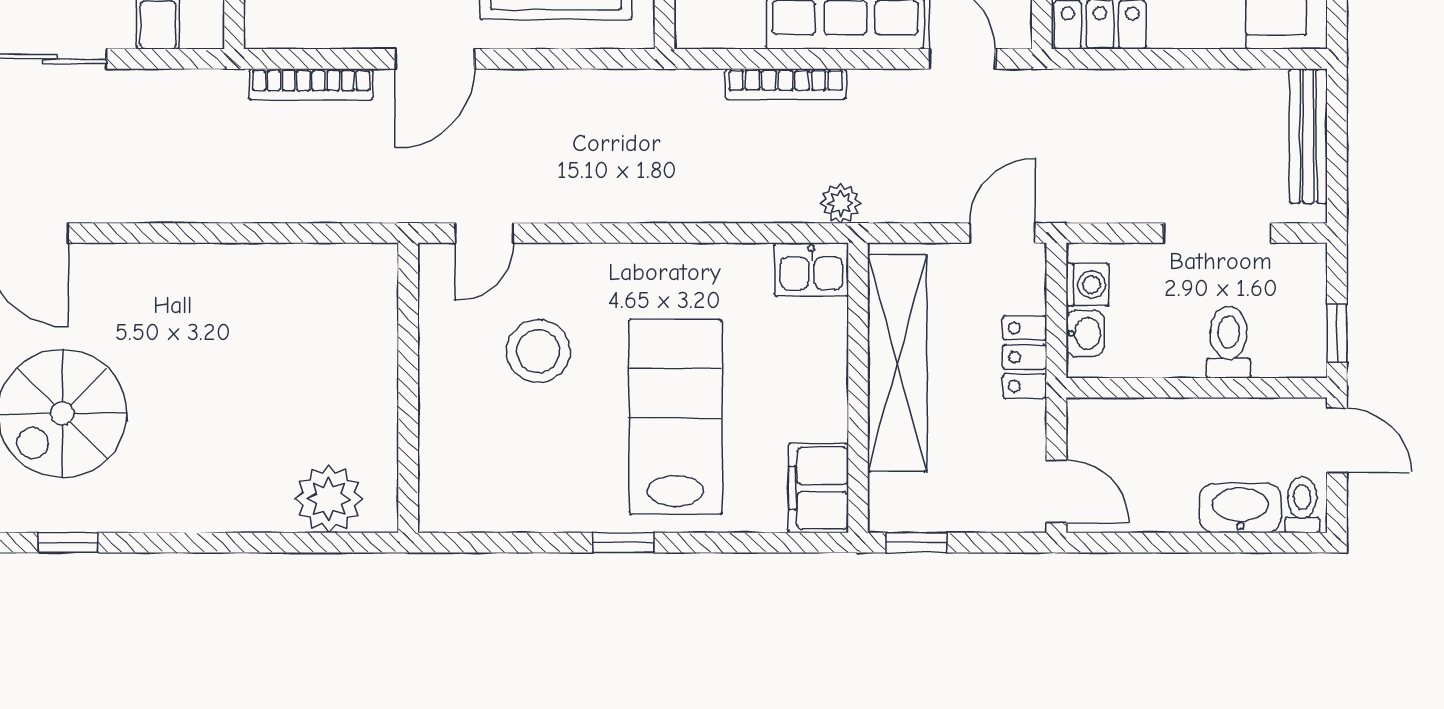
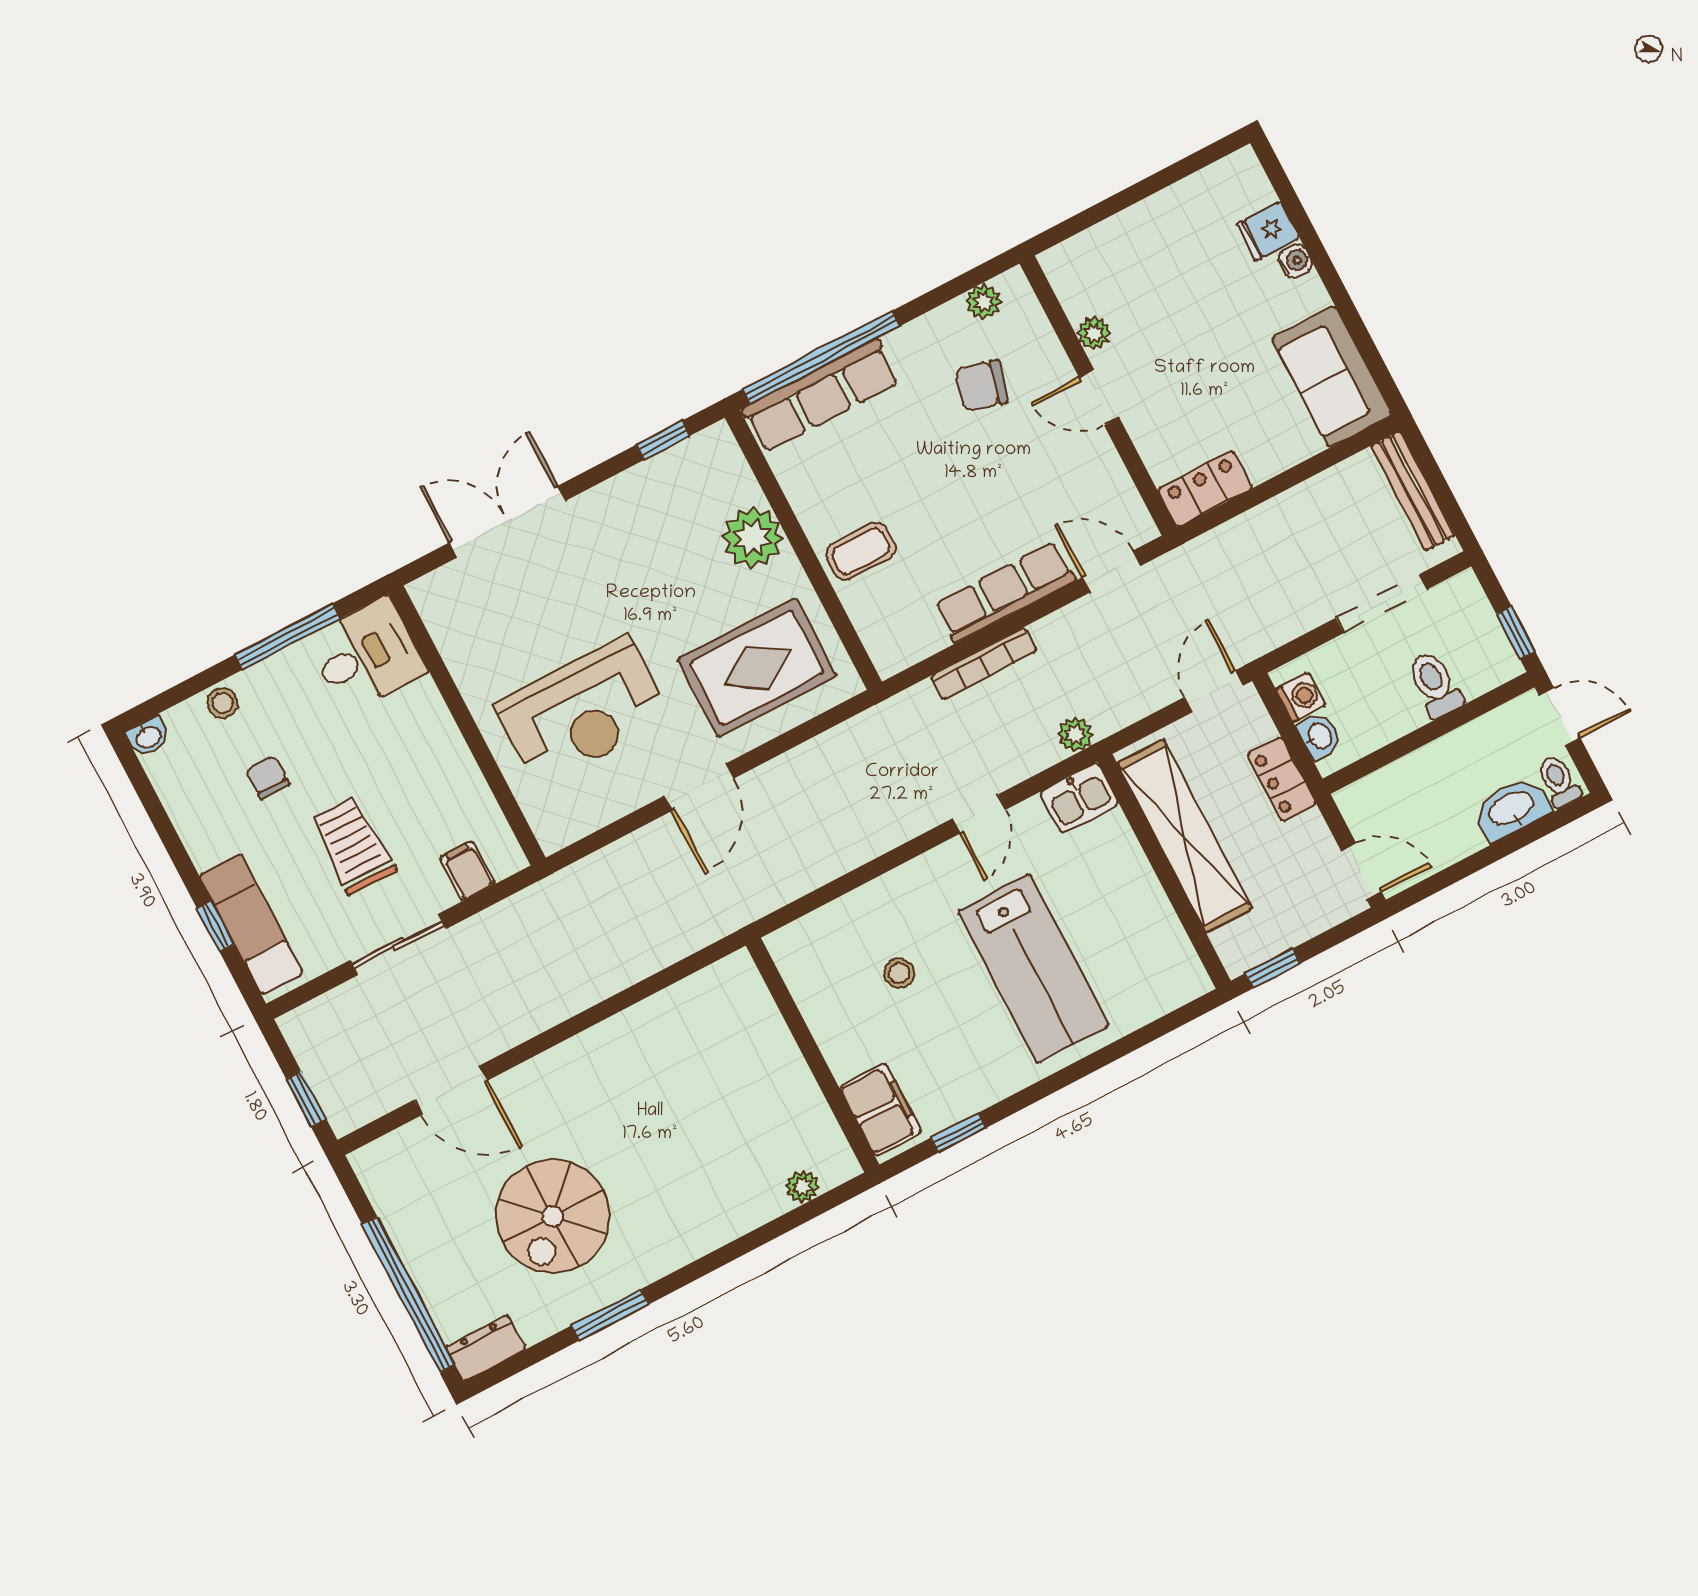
bookcase: (311, 84) -> (613, 858), removed
door: (484, 233) -> (979, 814), moved
stool: (538, 351) -> (899, 973), width x0.53, depth x0.53
lab bench: (675, 417) -> (1033, 968), turned 180
filing cabinet: (818, 488) -> (880, 1110), moved, turned 180
plant: (329, 499) -> (802, 1187), width x0.53, depth x0.53
window: (68, 543) -> (610, 1315), width x1.50
window: (623, 543) -> (958, 1133), moved

